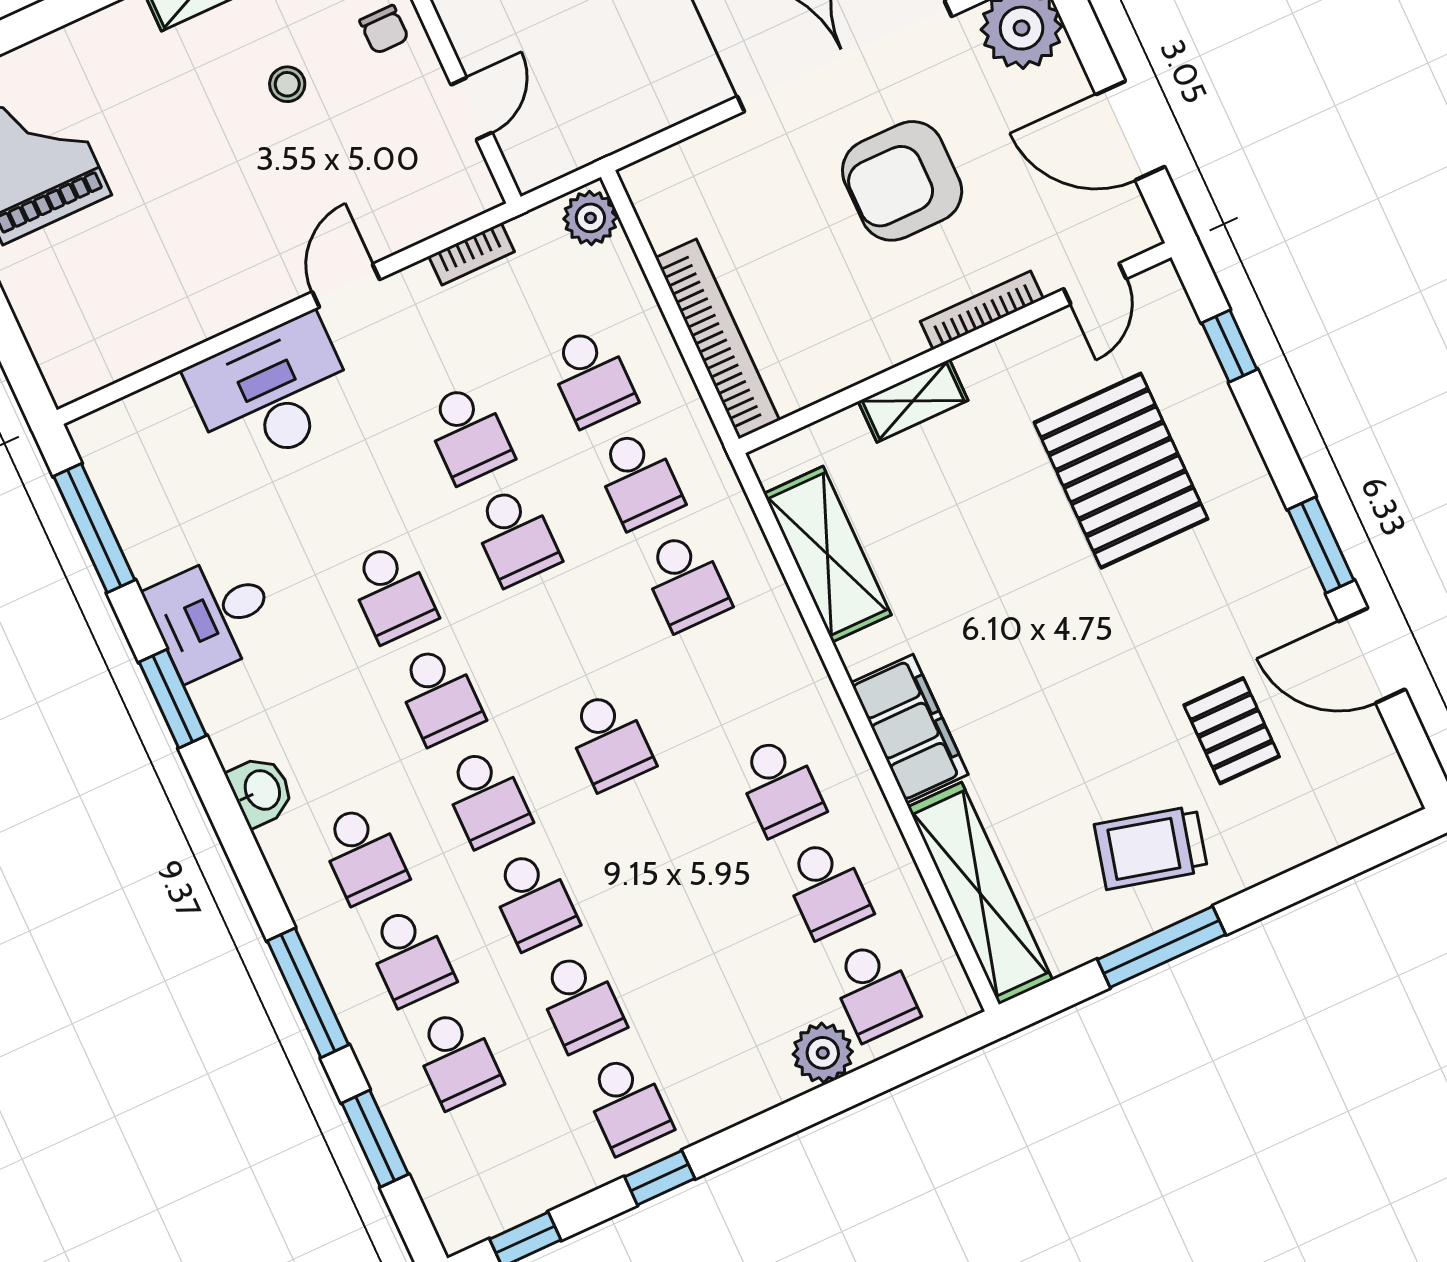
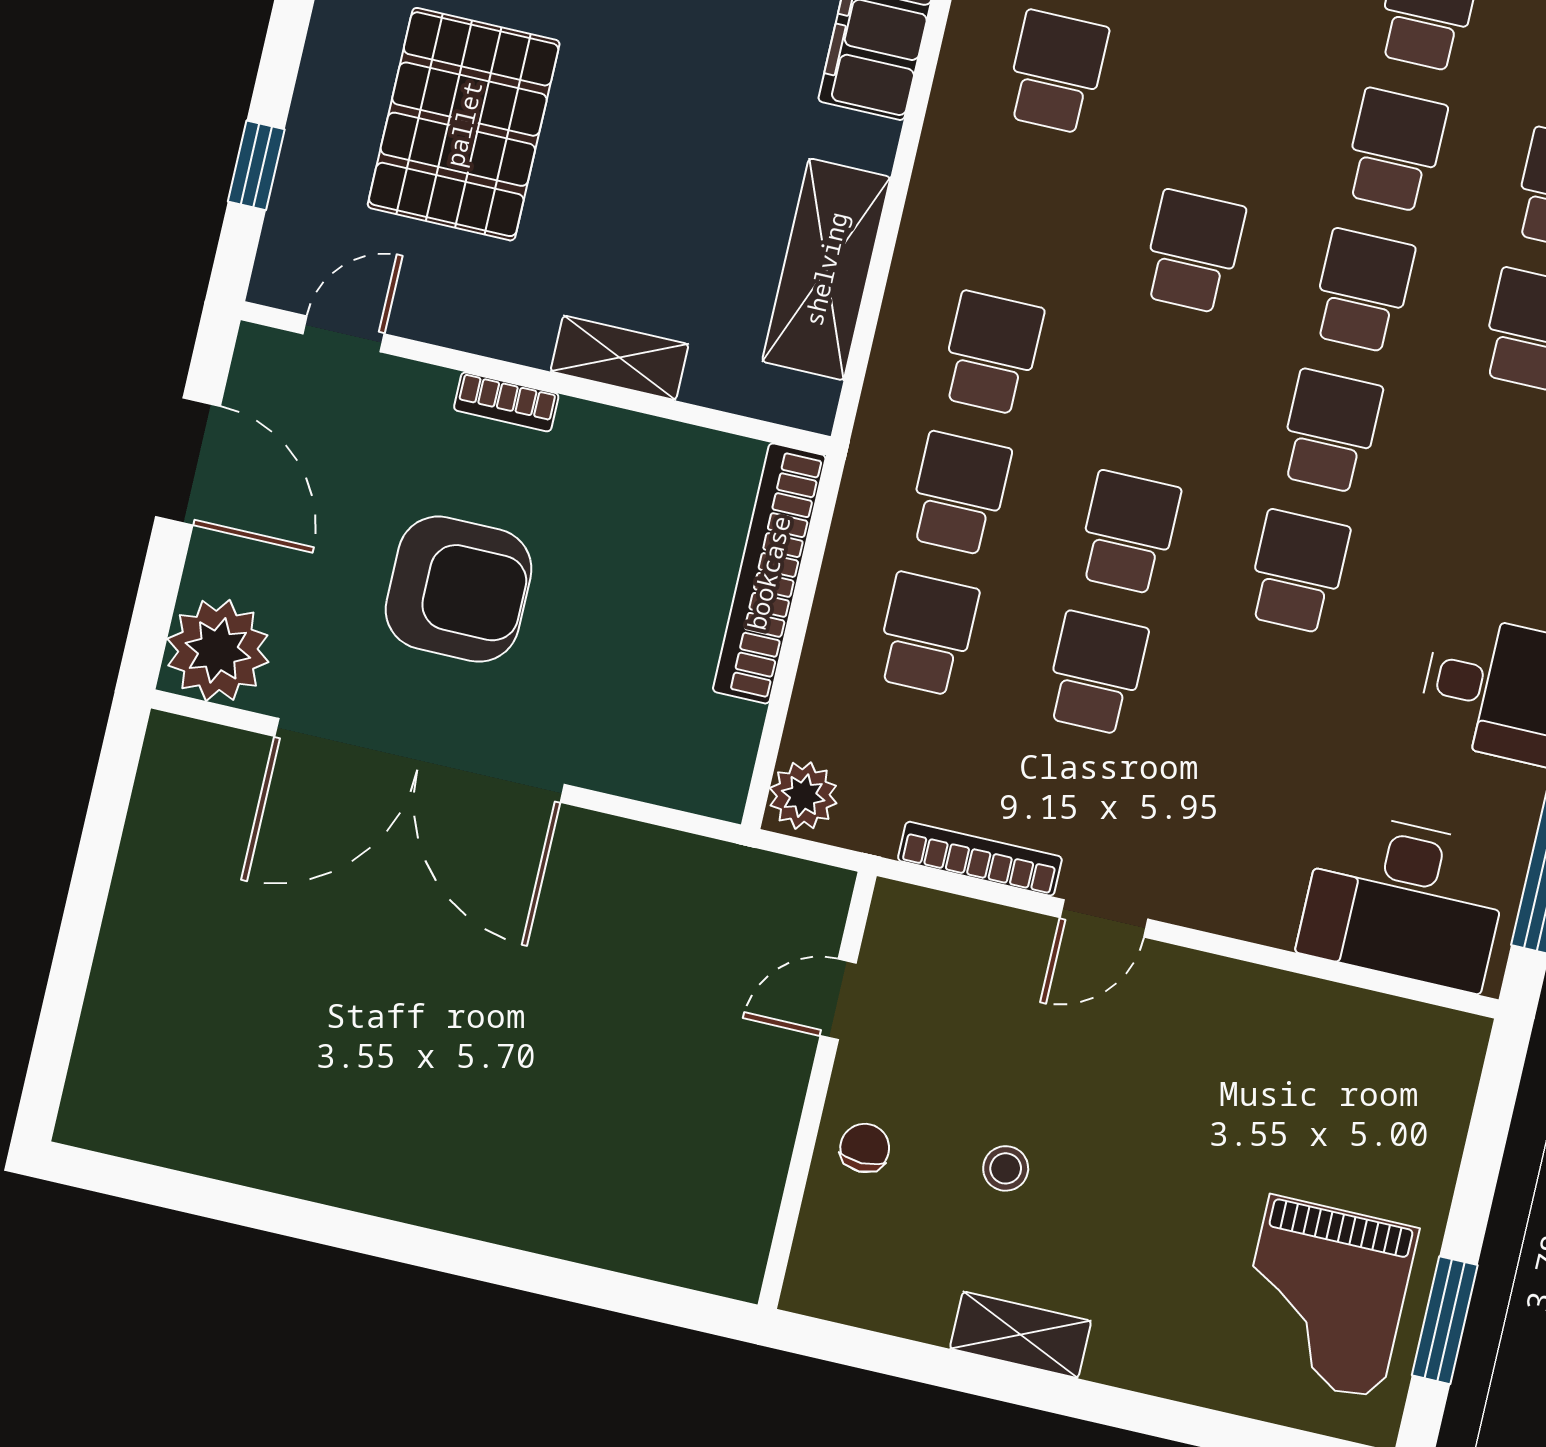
bookcase: (472, 254) -> (980, 859), width x1.56
bookcase: (982, 310) -> (506, 402), width x0.64
desk: (272, 392) -> (1404, 901), moved

